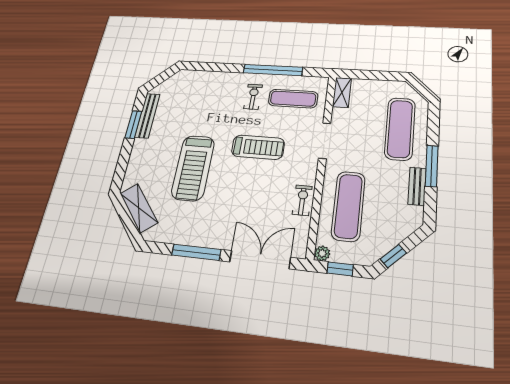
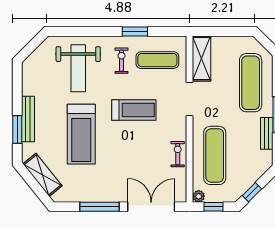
window: (273, 70) -> (135, 31), width x0.47
shelving: (342, 92) -> (202, 58), width x1.50, depth x1.33
weight bench: (205, 101) -> (78, 68), added
bench: (147, 116) -> (28, 119), moved
window: (133, 124) -> (17, 130), moved

